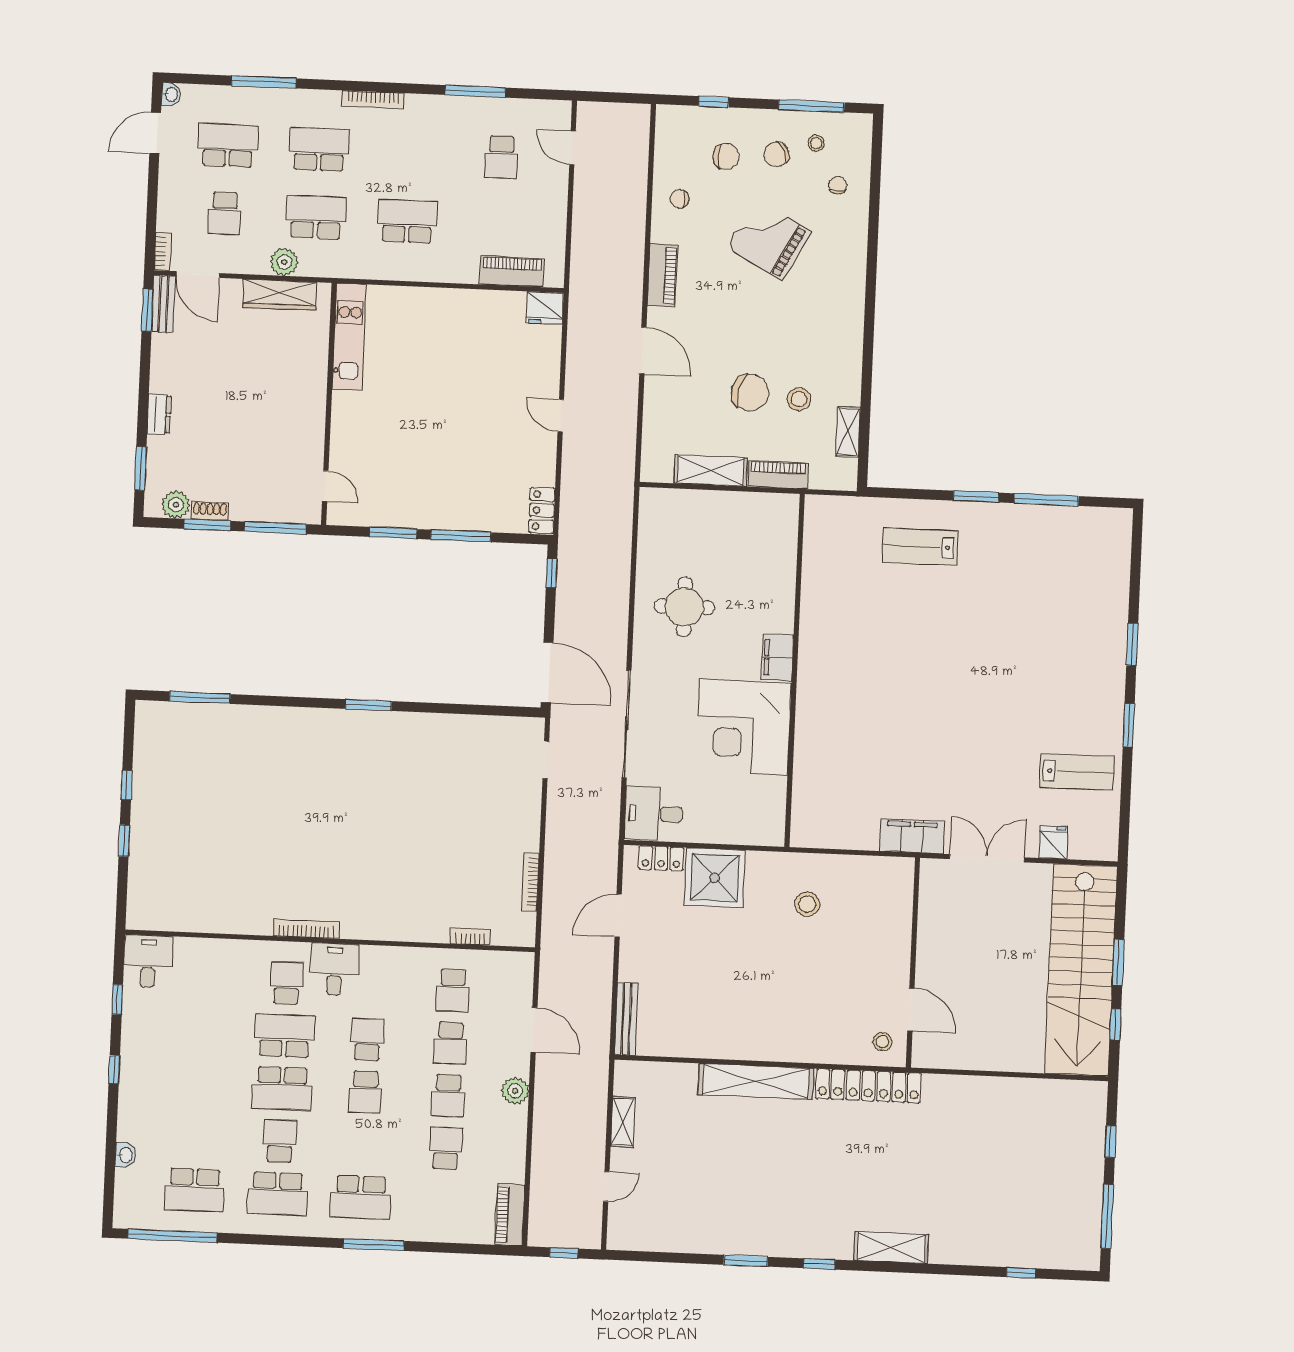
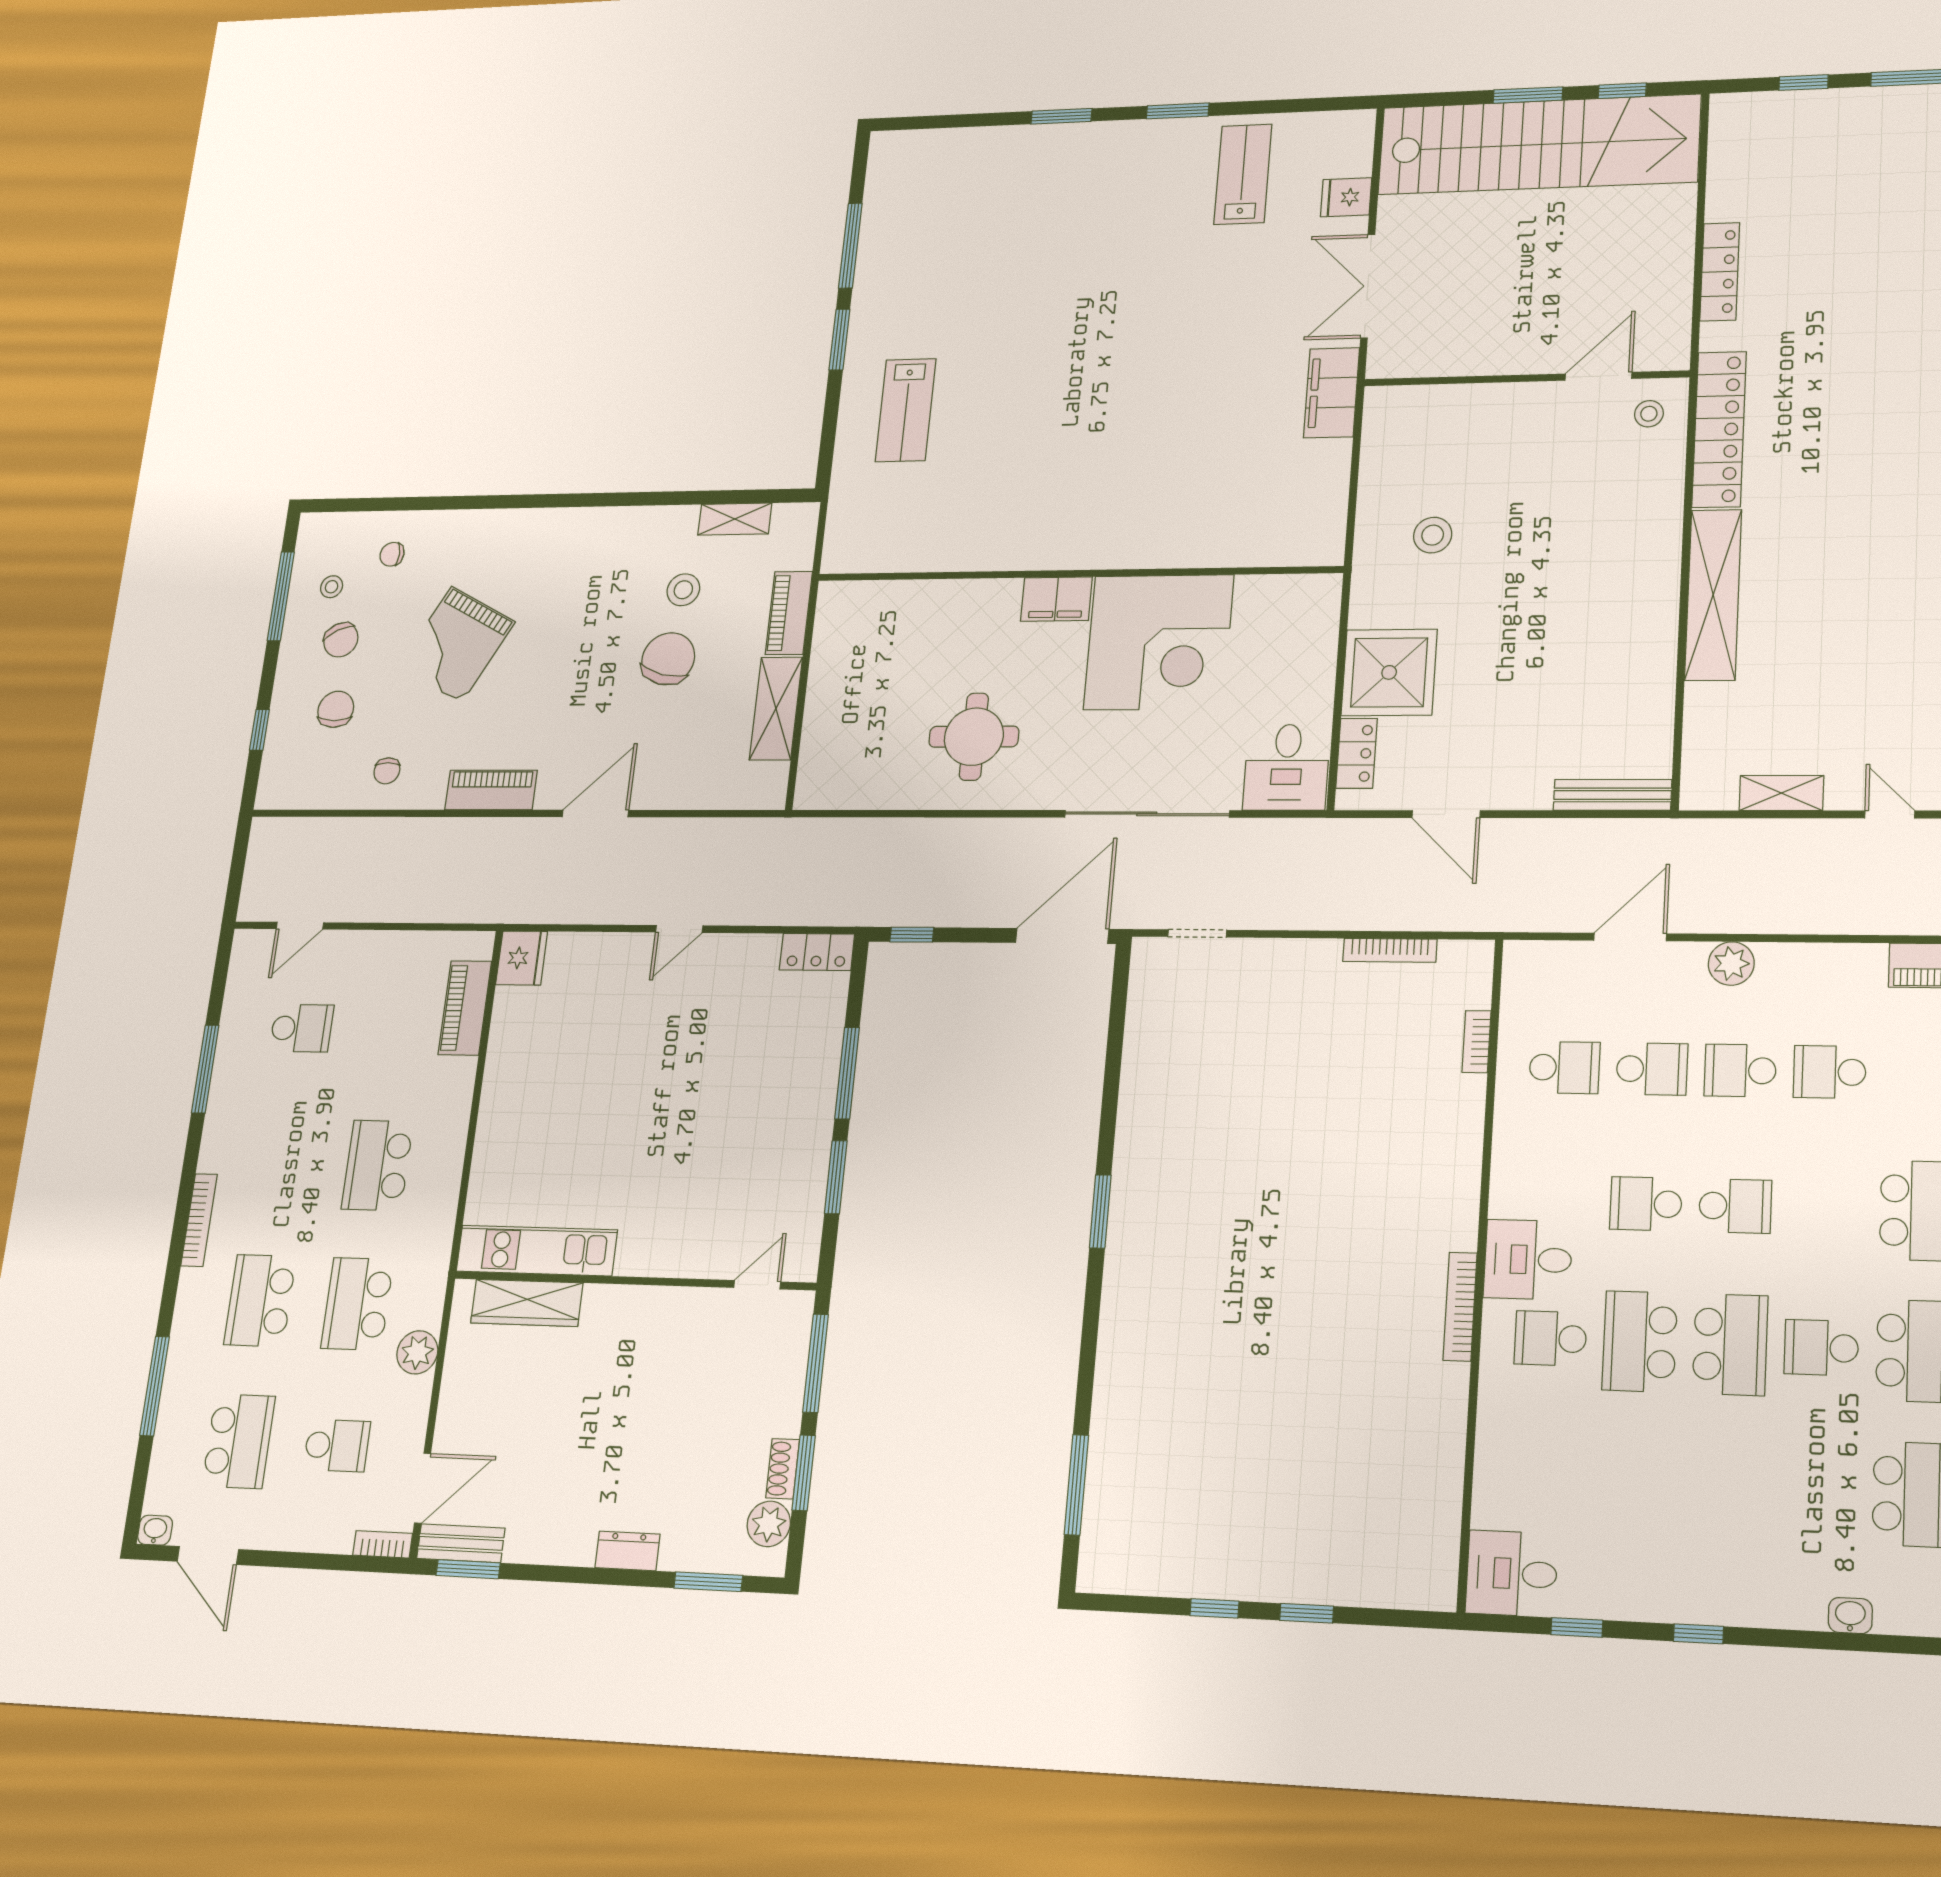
school desk: (228, 145) -> (239, 1441), turned 180
wardrobe: (280, 295) -> (527, 1303), moved, turned 90
locker: (979, 1087) -> (1720, 272), added
school desk: (448, 1096) -> (1740, 1070), turned 180

